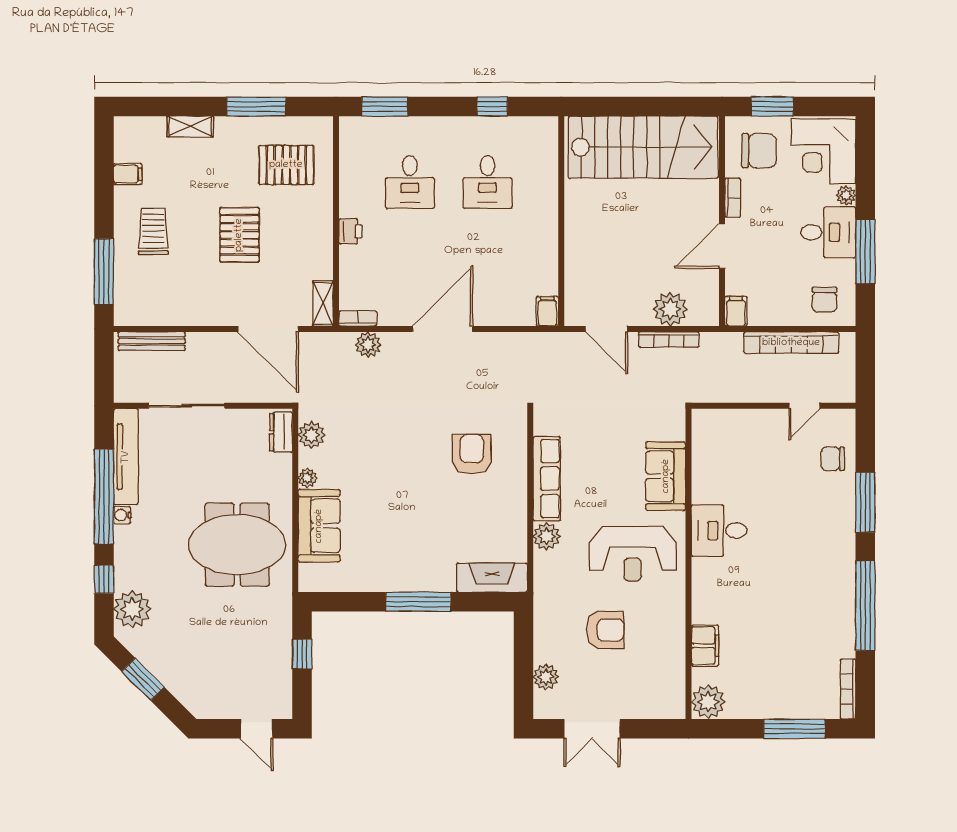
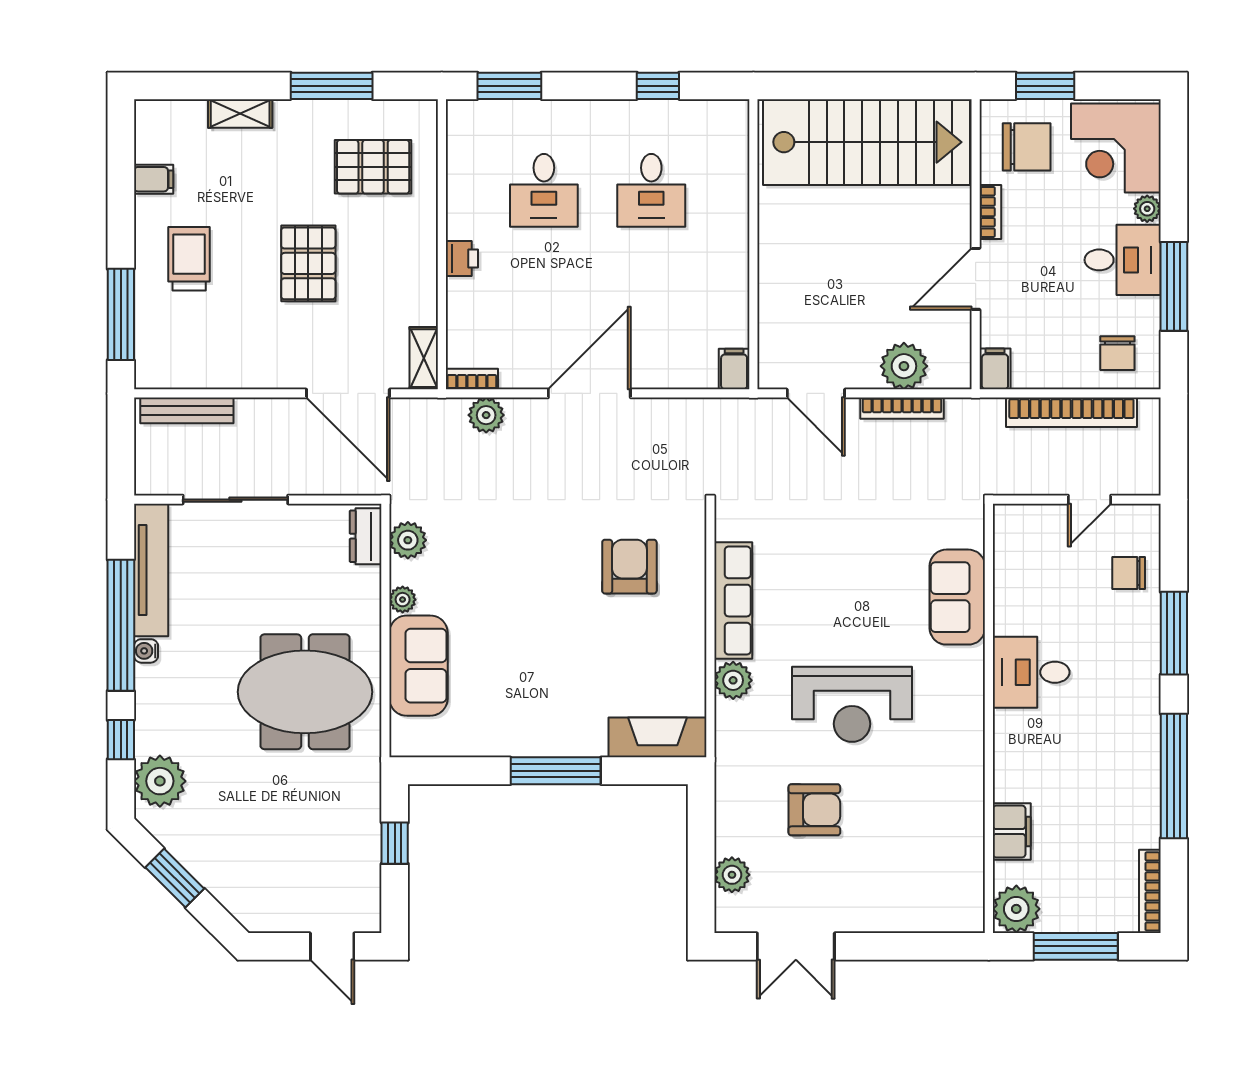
sofa: (666, 476) -> (957, 597), moved
desk: (719, 531) -> (1031, 672), moved
wall: (688, 564) -> (989, 718), moved
filing cabinet: (705, 646) -> (1012, 832), moved
plant: (708, 702) -> (1016, 909), moved

